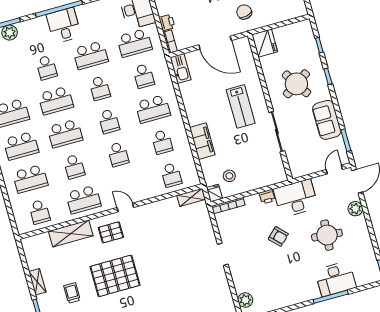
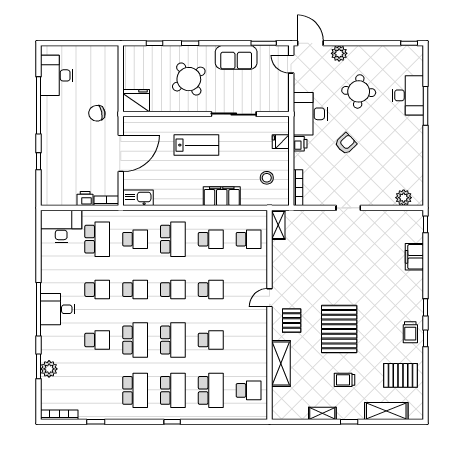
school desk: (90, 55) -> (97, 290), width x0.54
fridge: (214, 193) -> (281, 142), moved
school desk: (83, 200) -> (249, 340), removed

